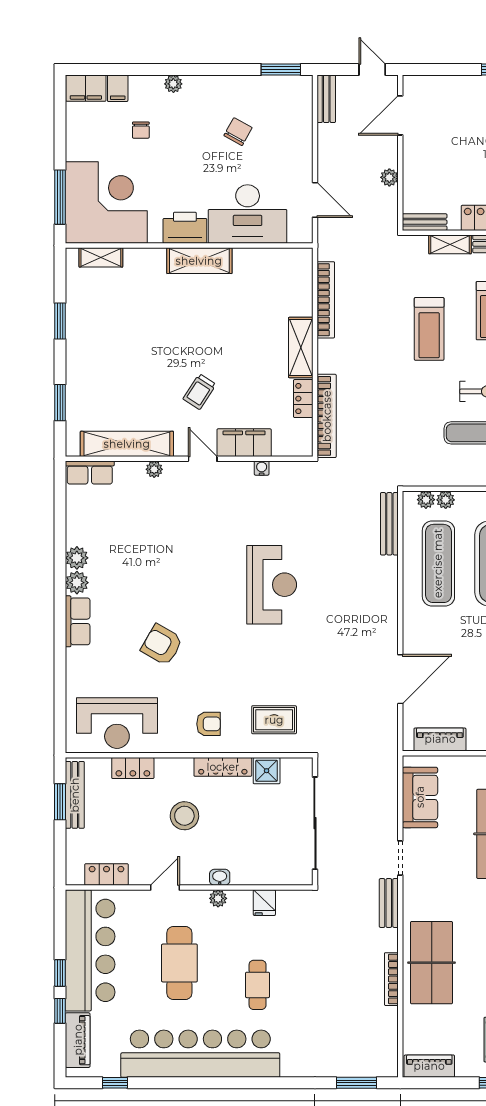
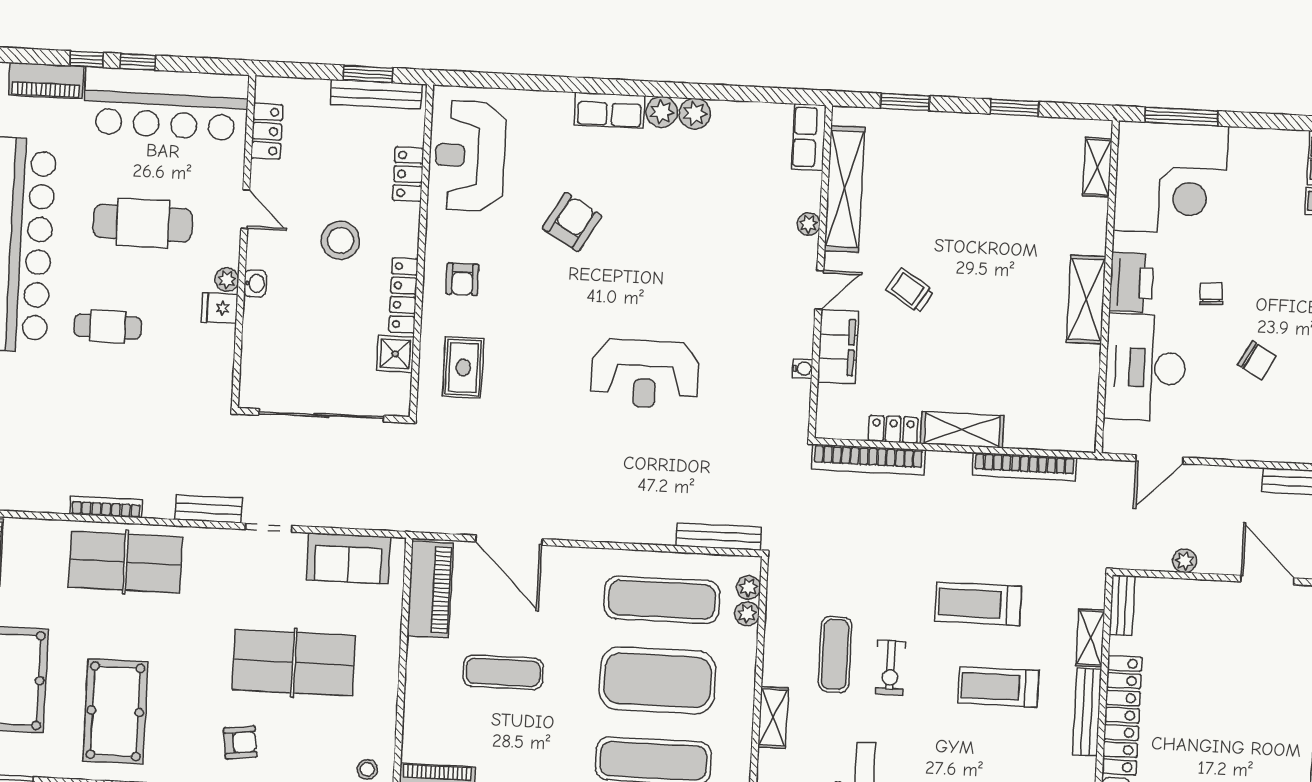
chair: (141, 130) -> (1211, 294), moved, turned 86
piano: (440, 739) -> (430, 590), width x1.37, depth x1.33
fridge: (264, 903) -> (220, 308), moved

